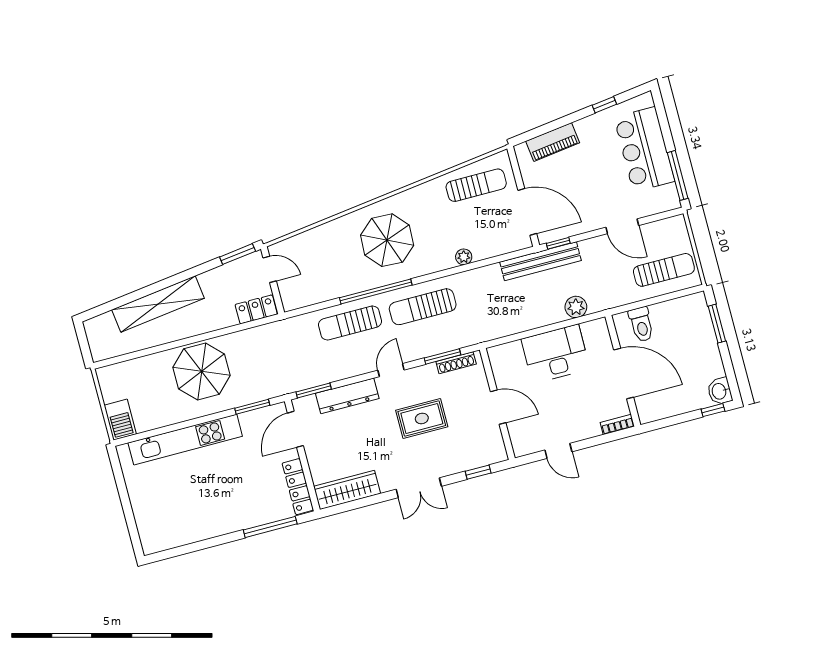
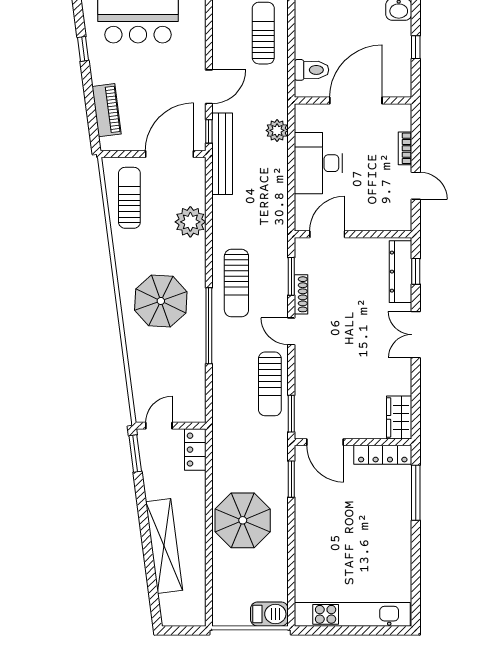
door: (622, 226) -> (209, 87), moved
plant: (464, 257) -> (190, 222), width x1.88, depth x1.88
sun lounger: (350, 323) -> (270, 384), moved
shoe rack: (456, 363) -> (301, 294), moved
dresser: (347, 396) -> (401, 272), moved, turned 180
door: (498, 407) -> (327, 234), moved
window: (713, 410) -> (416, 47), moved
rug: (422, 419) -> (348, 313), removed
bookcase: (617, 424) -> (405, 148), moved
kitchen unit: (185, 440) -> (352, 614), moved, turned -90
door: (558, 451) -> (416, 186), hinge flipped
double door: (419, 488) -> (416, 335), swing flipped
wardrobe: (347, 490) -> (399, 417), width x0.67

